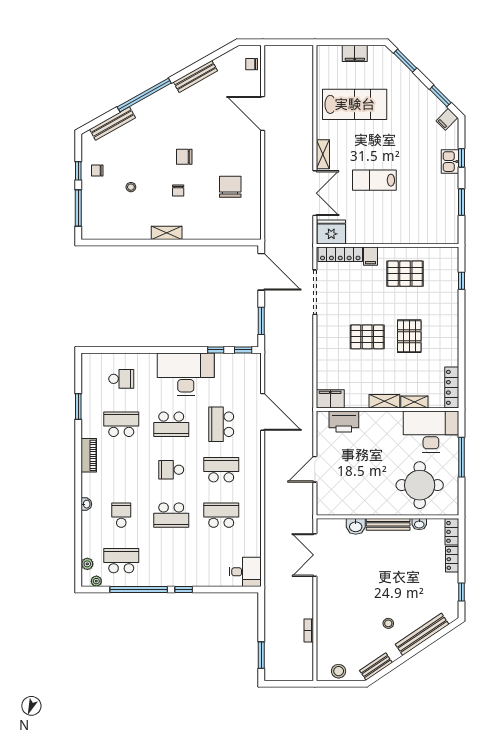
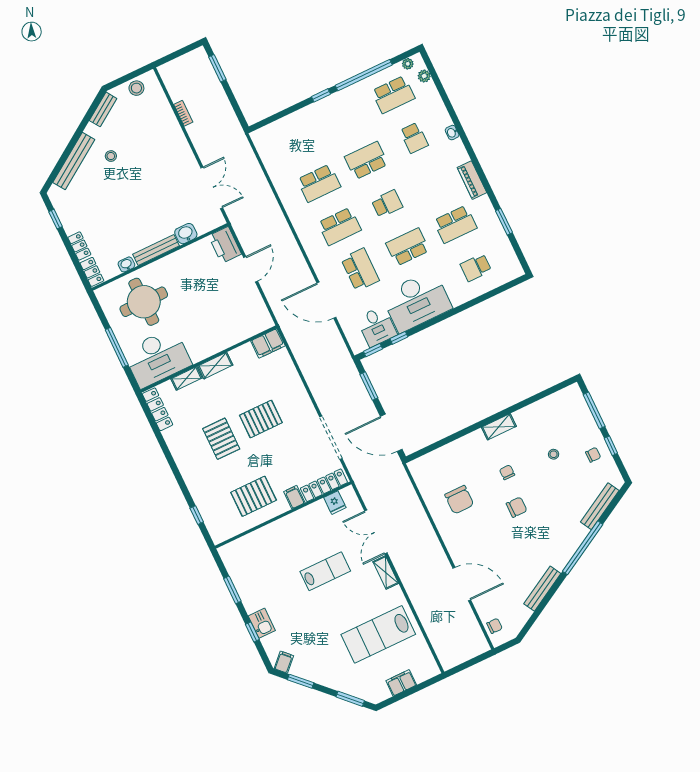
fridge: (331, 232) -> (335, 503), width x0.53, depth x0.75
printer: (344, 422) -> (225, 245), moved, turned -90
desk: (245, 572) -> (377, 326), moved, turned -90

